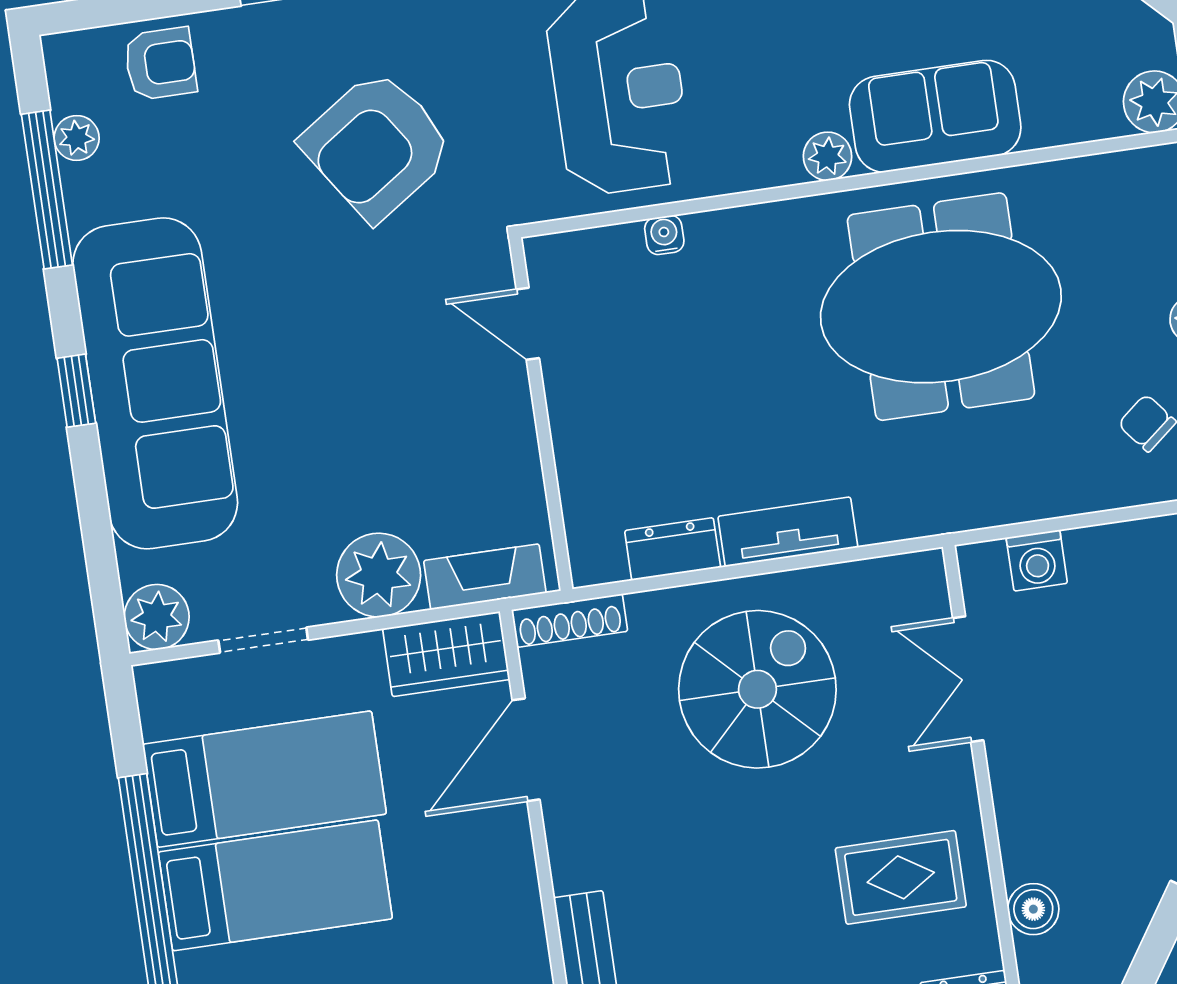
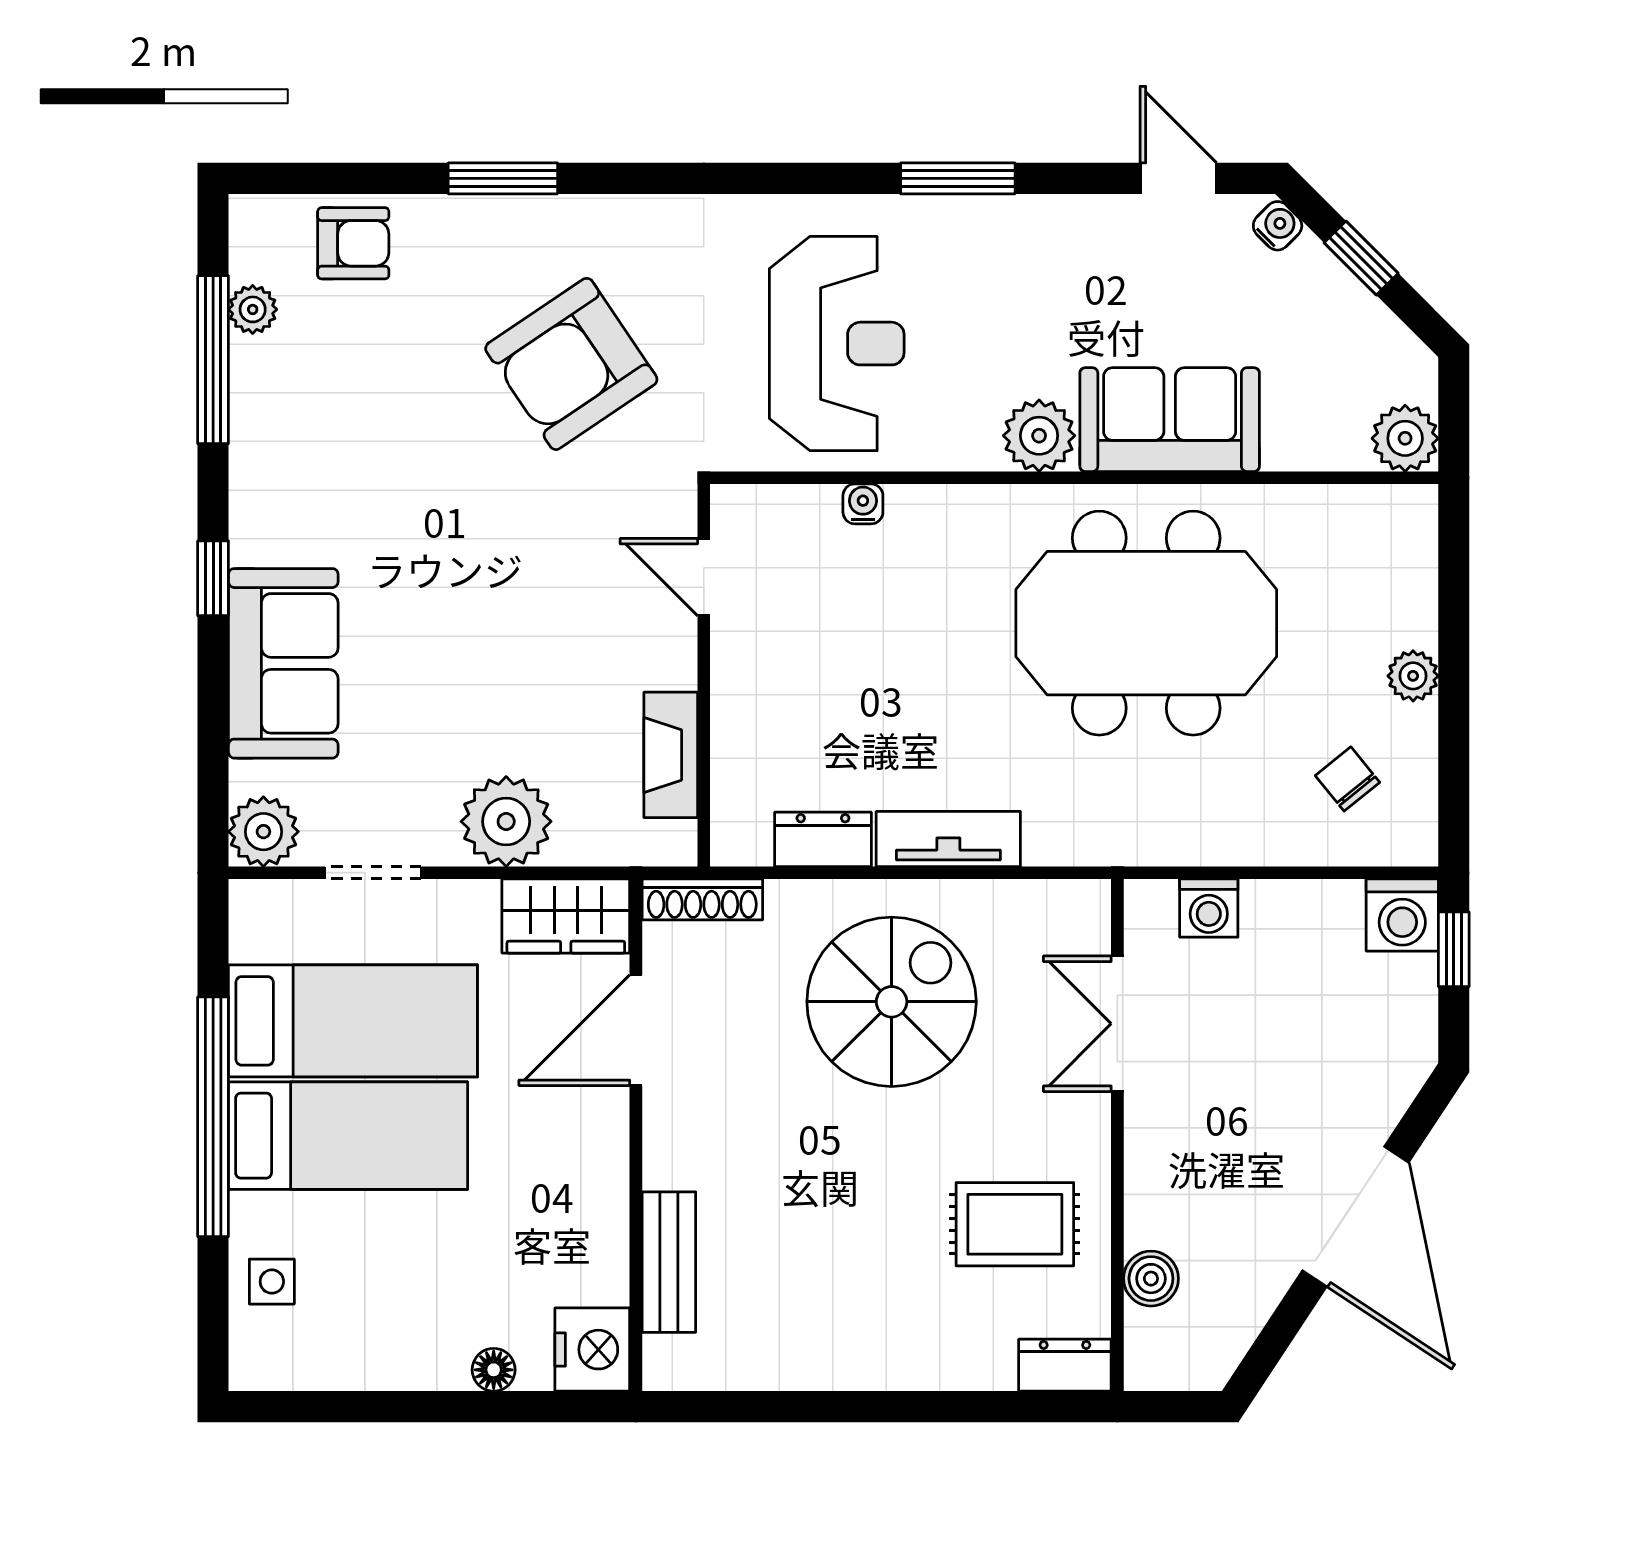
plant: (828, 156) -> (1039, 436), width x1.38, depth x1.38
sofa: (155, 383) -> (283, 663), width x0.54, depth x0.79
fireplace: (485, 577) -> (671, 755), moved, turned -90

